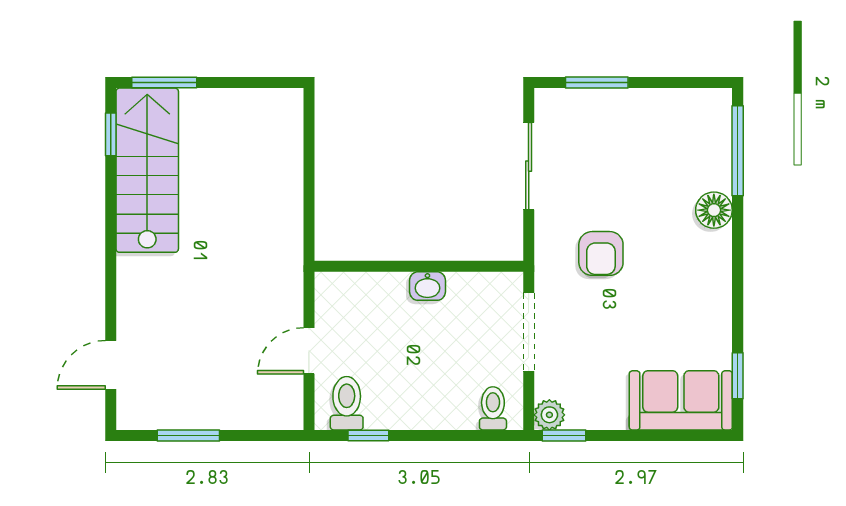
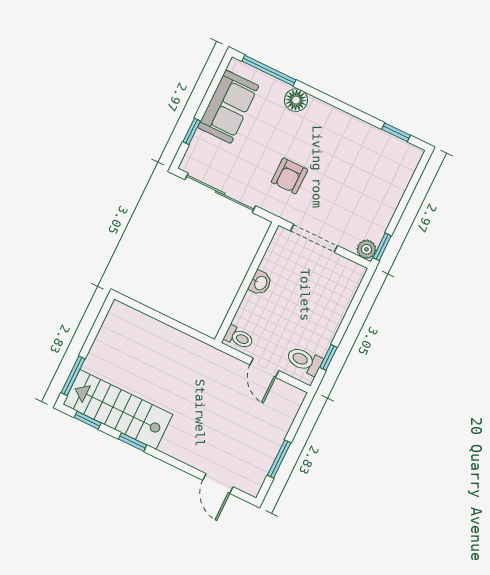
window: (597, 82) -> (192, 131), width x0.67
sliding door: (529, 166) -> (220, 193), width x1.37
window: (111, 214) -> (133, 442), added
armchair: (601, 253) -> (289, 176), turned 90
sofa: (681, 400) -> (228, 107), moved, turned 180
toilet: (493, 408) -> (239, 337), moved, turned 180

